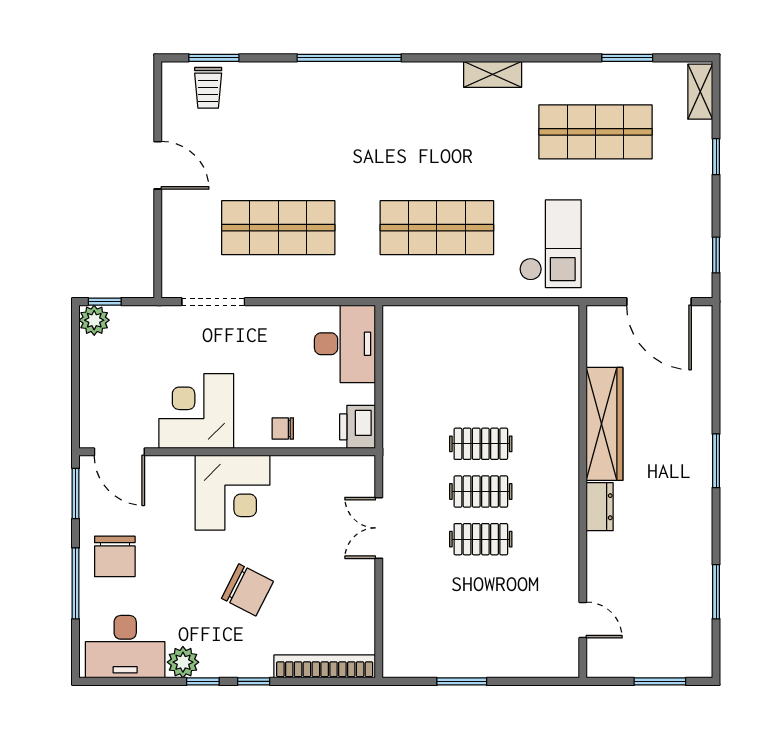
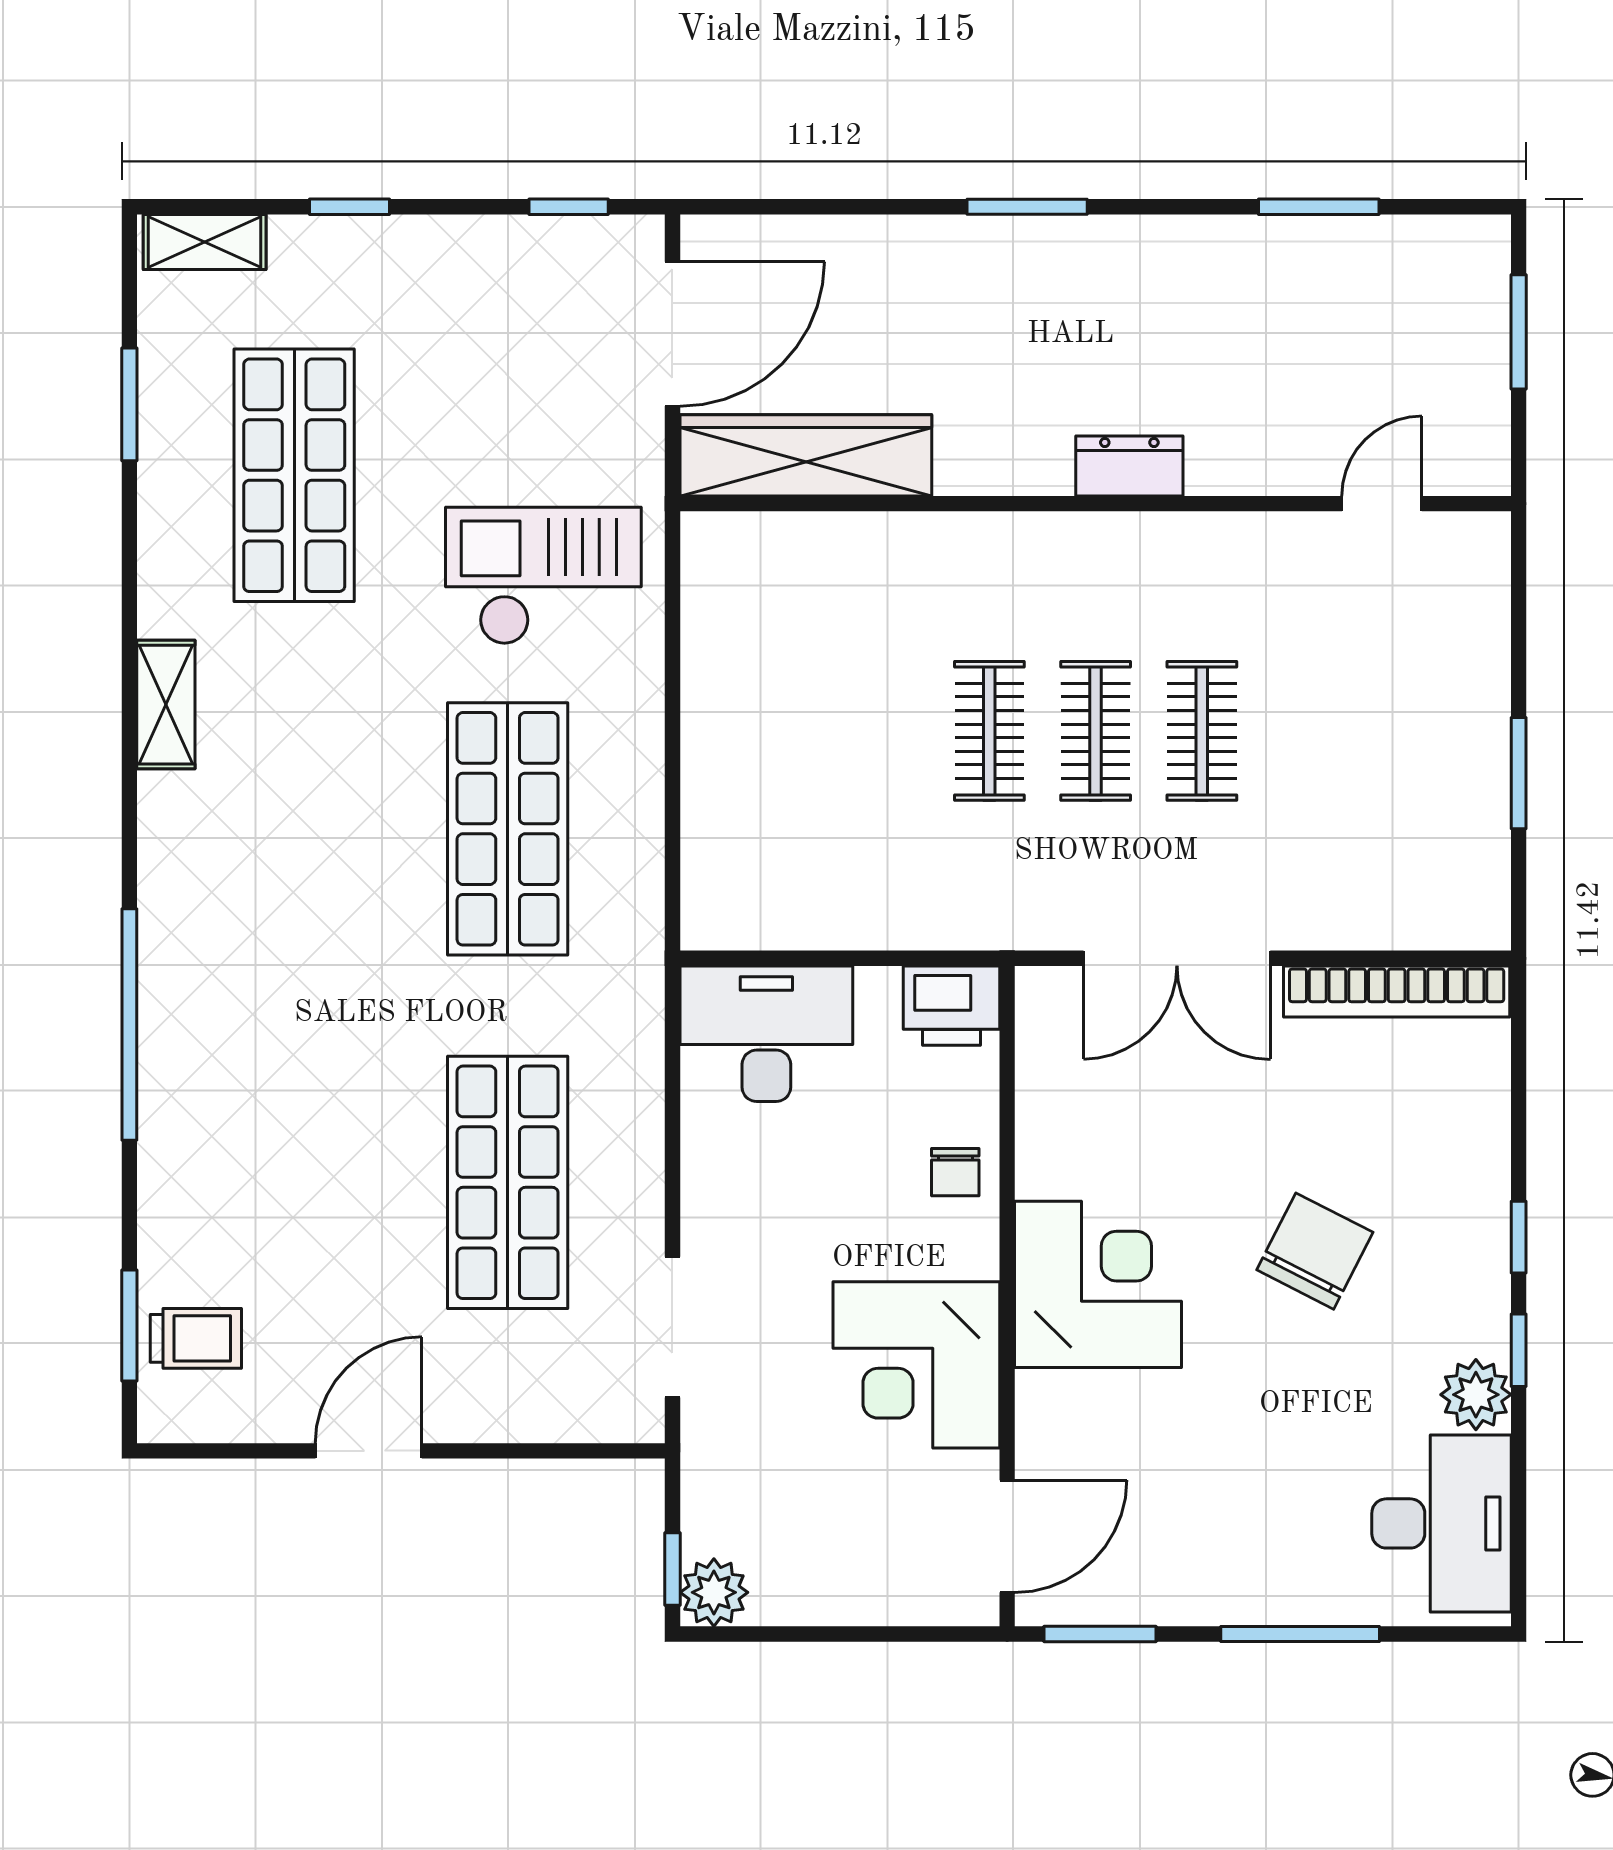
wardrobe: (605, 424) -> (806, 455), moved
double door: (379, 528) -> (1177, 958), width x1.37
chair: (115, 556) -> (1240, 1546), removed
bookcase: (325, 666) -> (1397, 992), moved, turned -90

